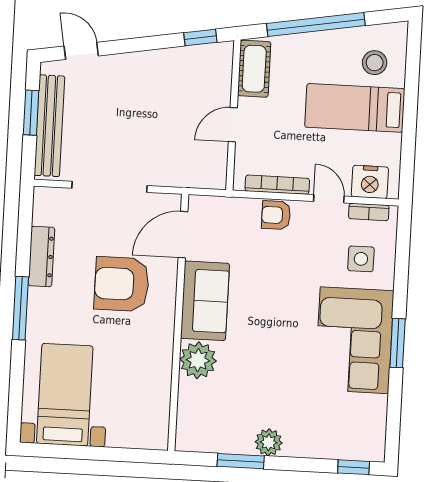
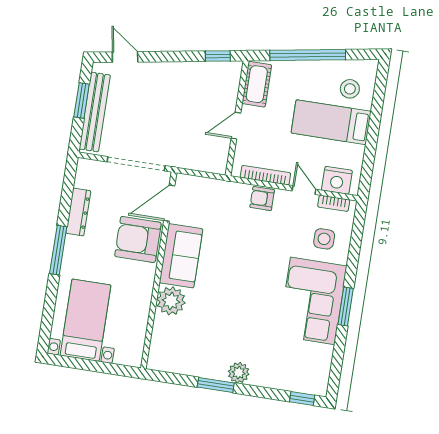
door: (183, 235) -> (169, 203), moved
sofa: (205, 301) -> (181, 256), moved
wall: (178, 322) -> (159, 270), moved
plant: (198, 360) -> (171, 301), moved

